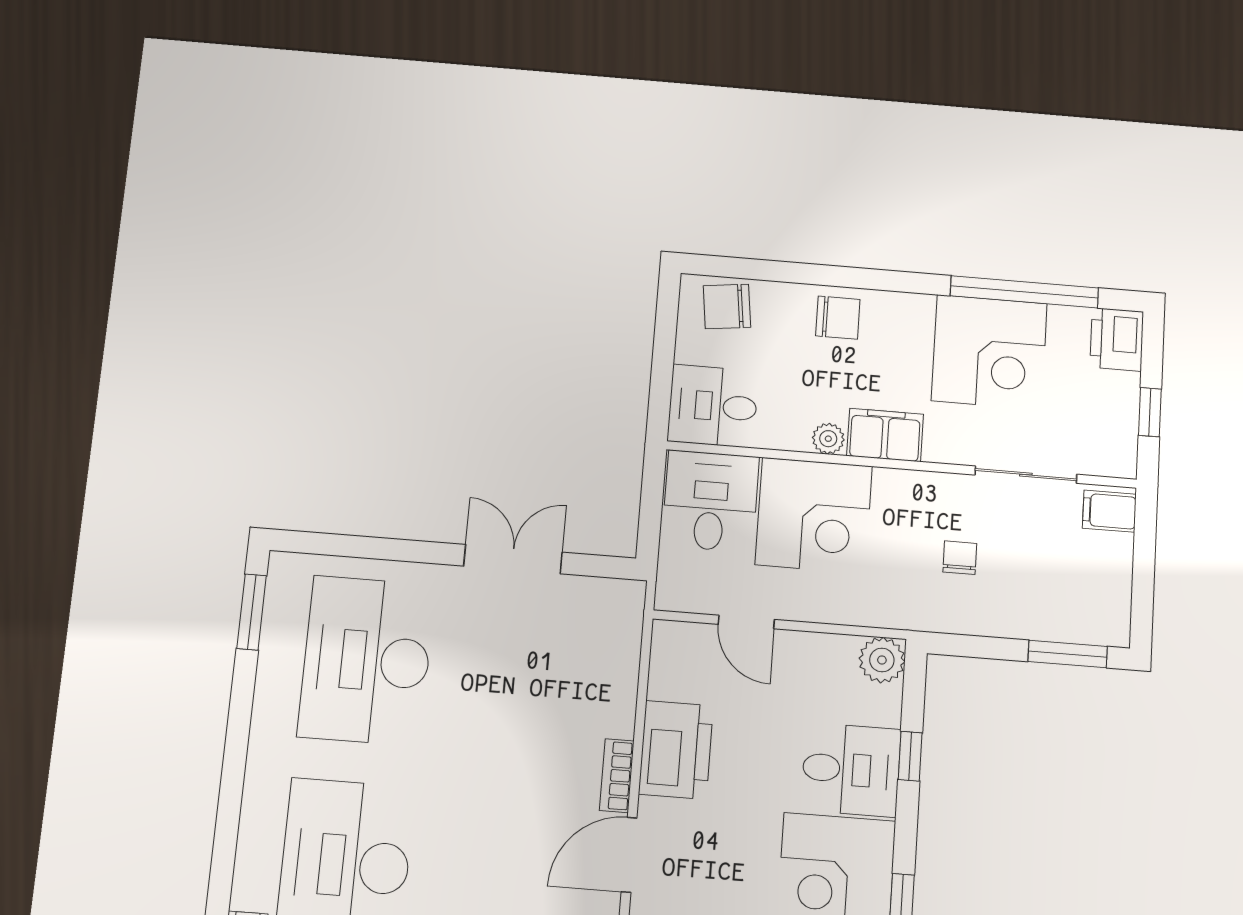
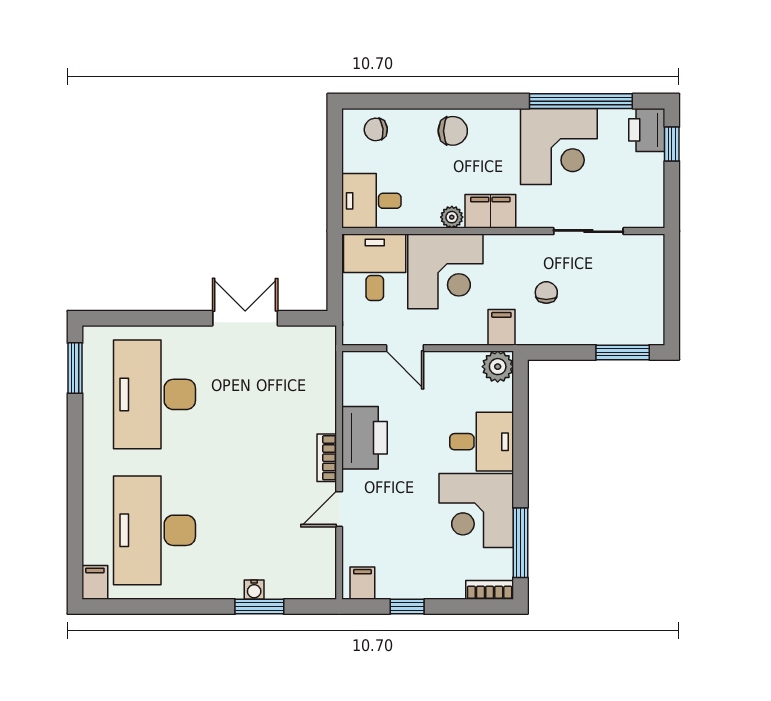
chair: (727, 306) -> (376, 129), width x0.73, depth x0.73
window: (1150, 412) -> (672, 144), moved
filing cabinet: (1109, 511) -> (501, 327), moved, turned 90
window: (910, 756) -> (520, 430), removed
door: (629, 855) -> (339, 509), width x0.73

